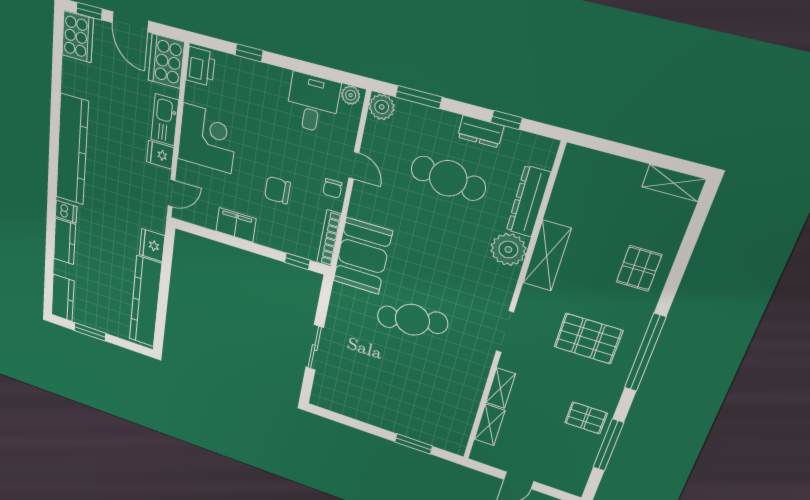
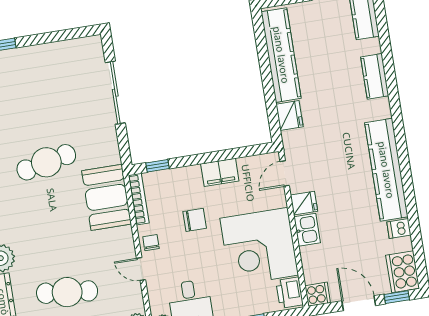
cooker: (166, 61) -> (318, 294), width x0.53, depth x0.76
kitchen sink: (165, 120) -> (307, 230), width x0.73
corner desk: (207, 139) -> (259, 247), width x1.36, depth x1.36
dishwasher: (66, 212) -> (399, 228), moved
sliding door: (315, 348) -> (115, 93), width x1.37

